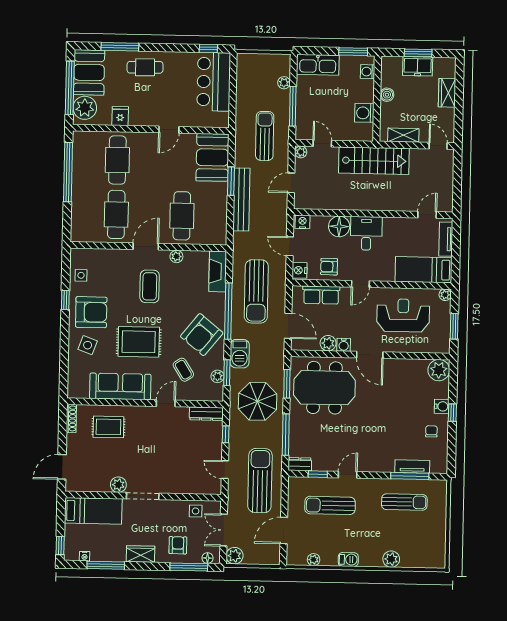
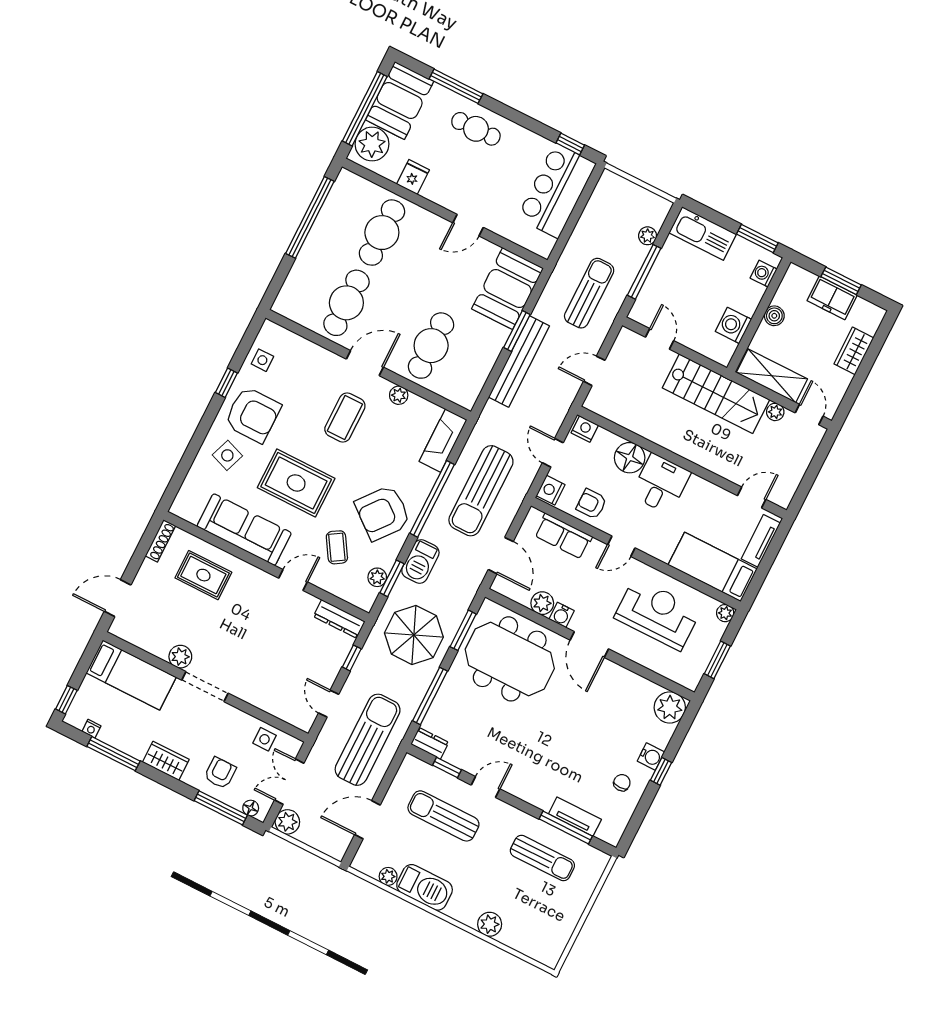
shelving: (403, 135) -> (772, 376), width x1.50, depth x1.33
plant: (301, 152) -> (775, 412), moved
barbecue: (348, 559) -> (425, 887), width x1.88, depth x1.53

